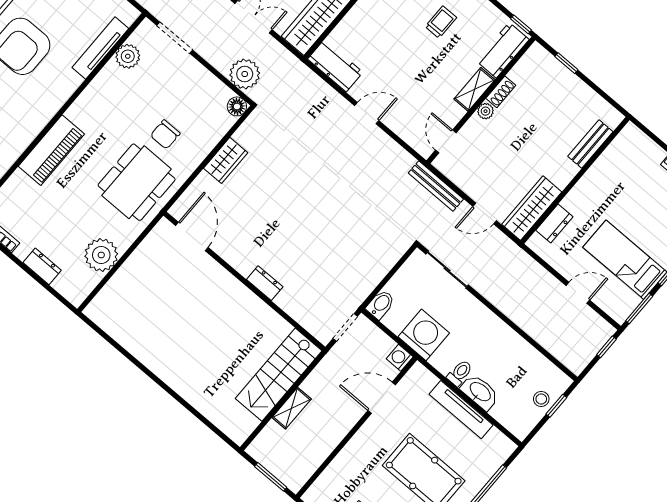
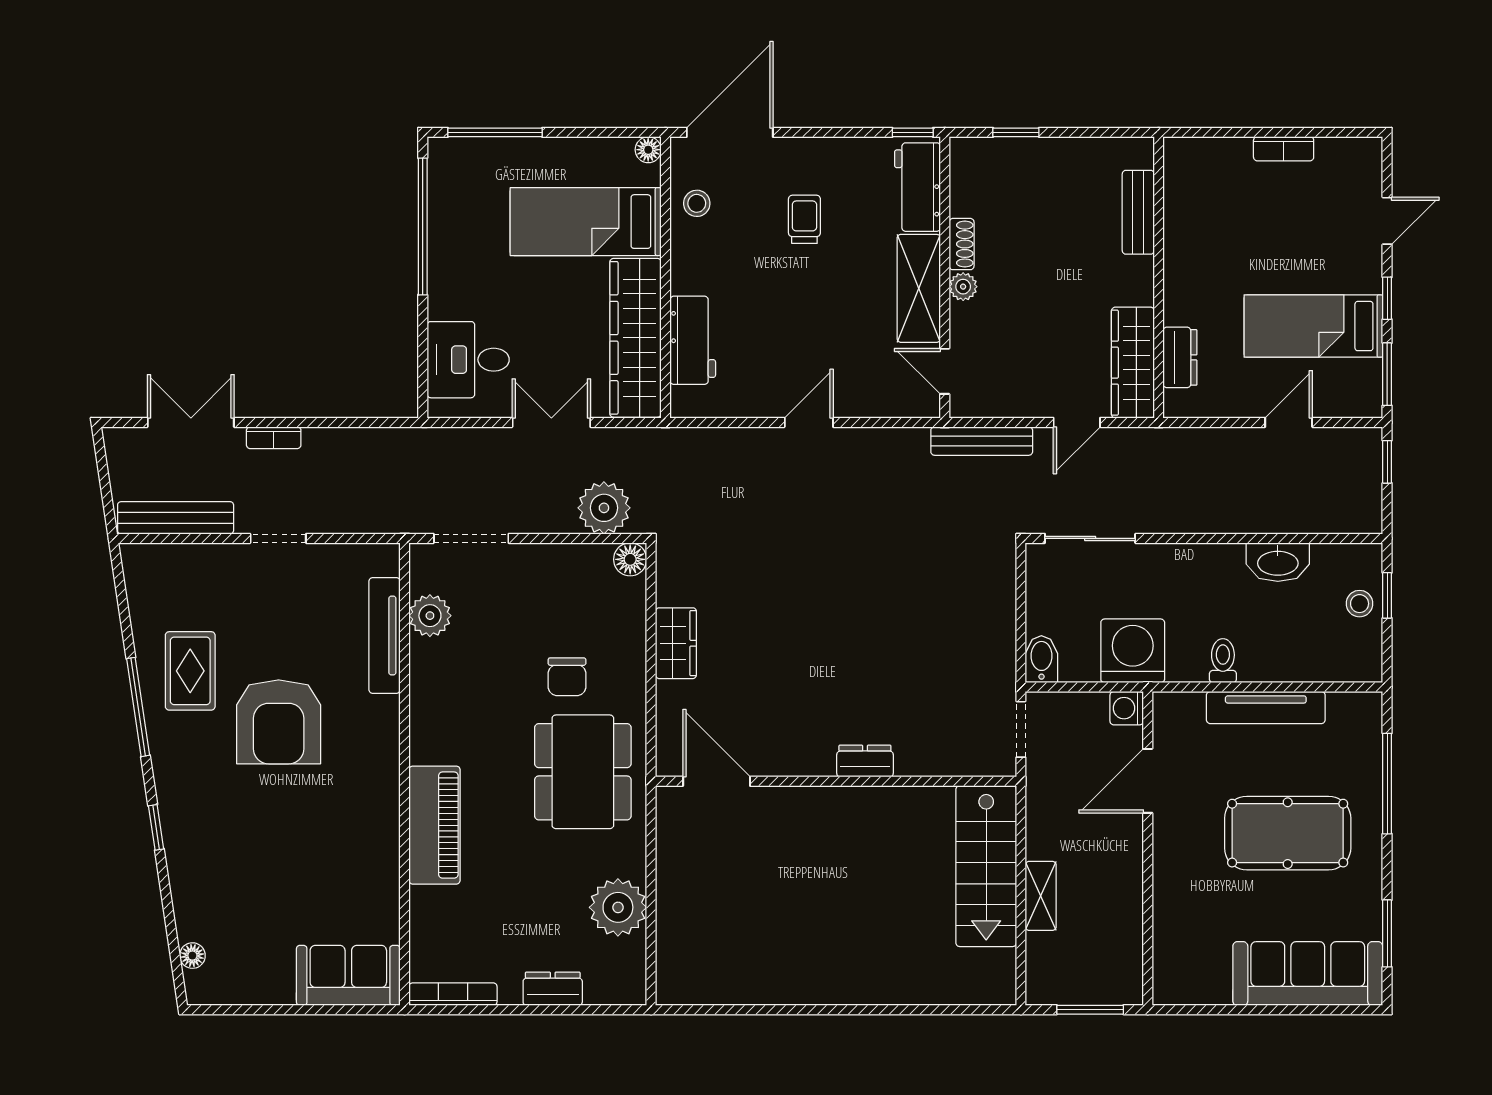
workbench: (335, 66) -> (693, 340), moved, turned 90
shelving: (474, 89) -> (919, 288), width x1.50, depth x1.33
washbasin: (480, 392) -> (1278, 562), moved, turned 180

